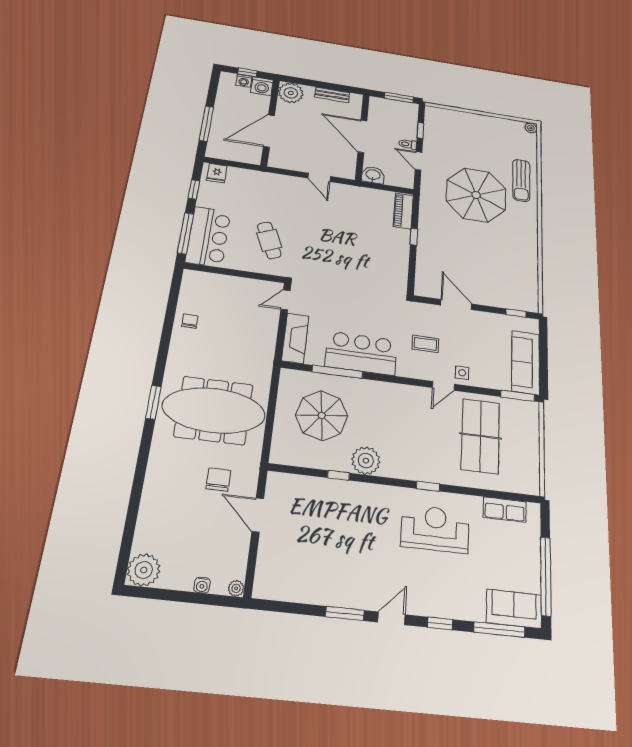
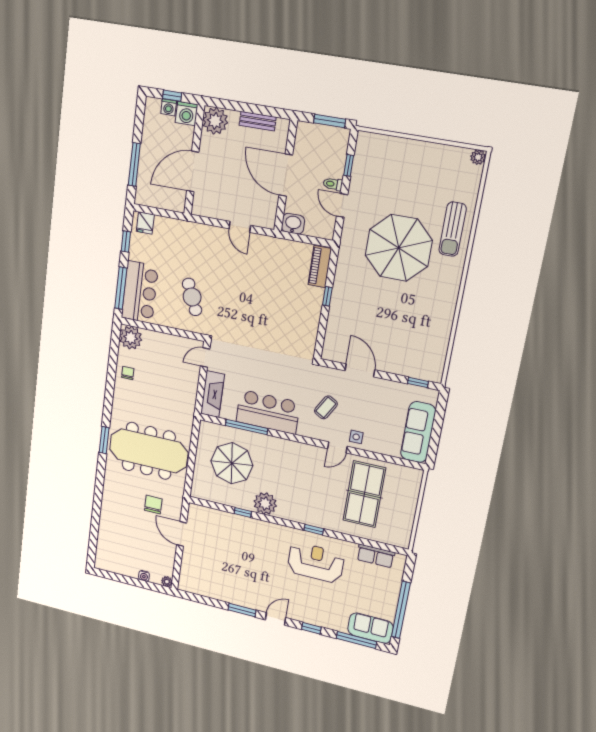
coffee table: (425, 344) -> (326, 407), turned -60
window: (518, 396) -> (405, 462), removed
plant: (144, 570) -> (131, 338), moved

